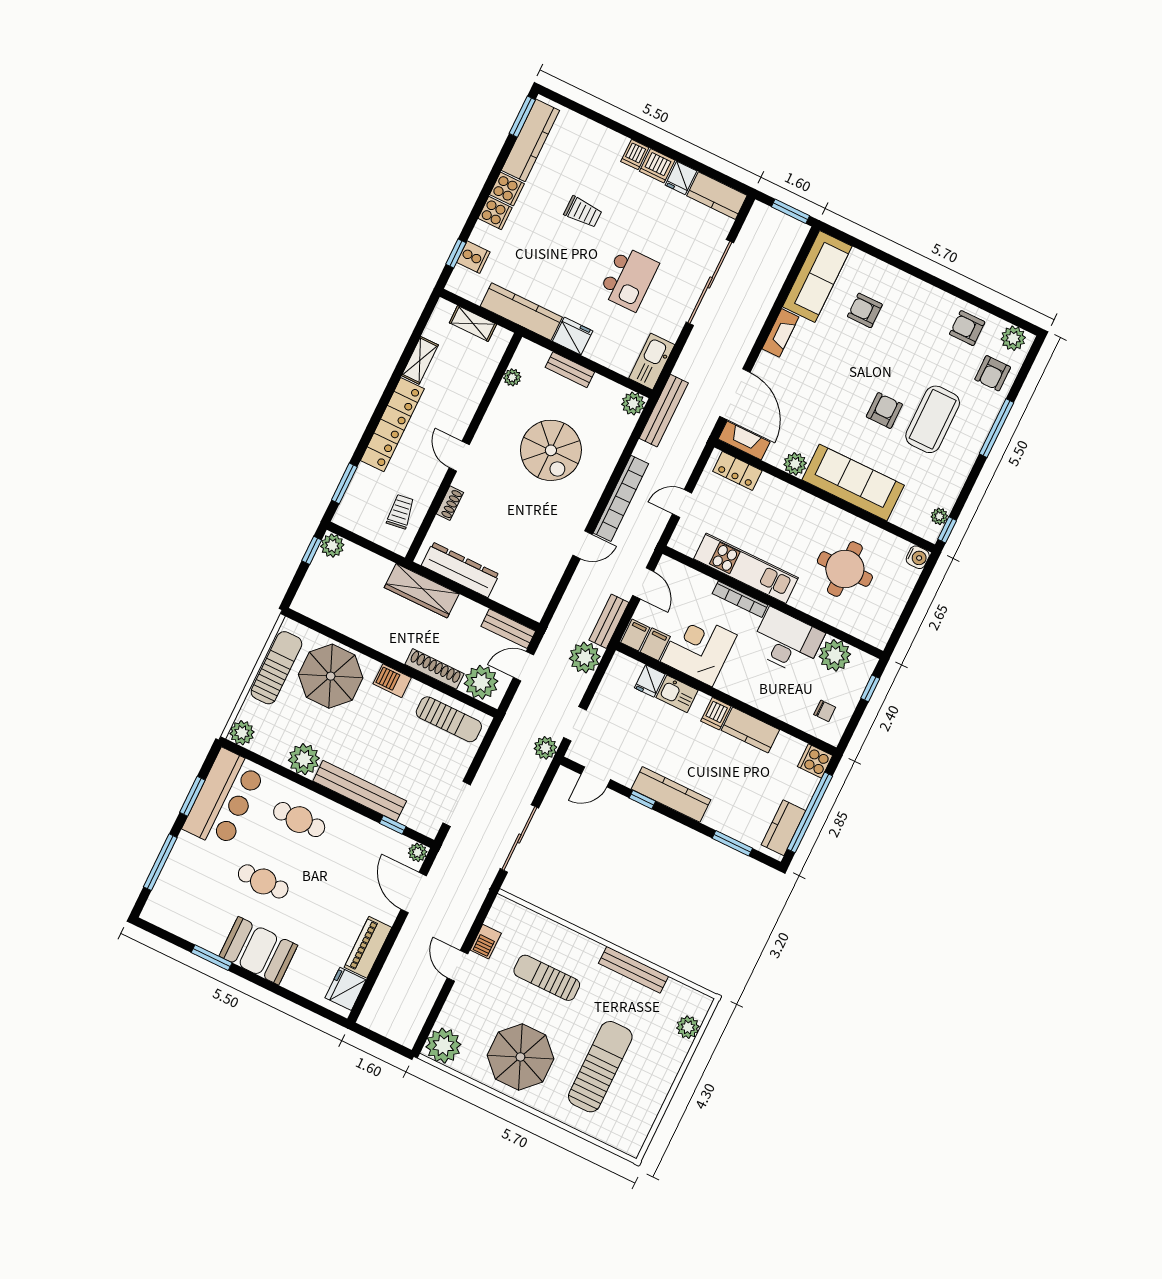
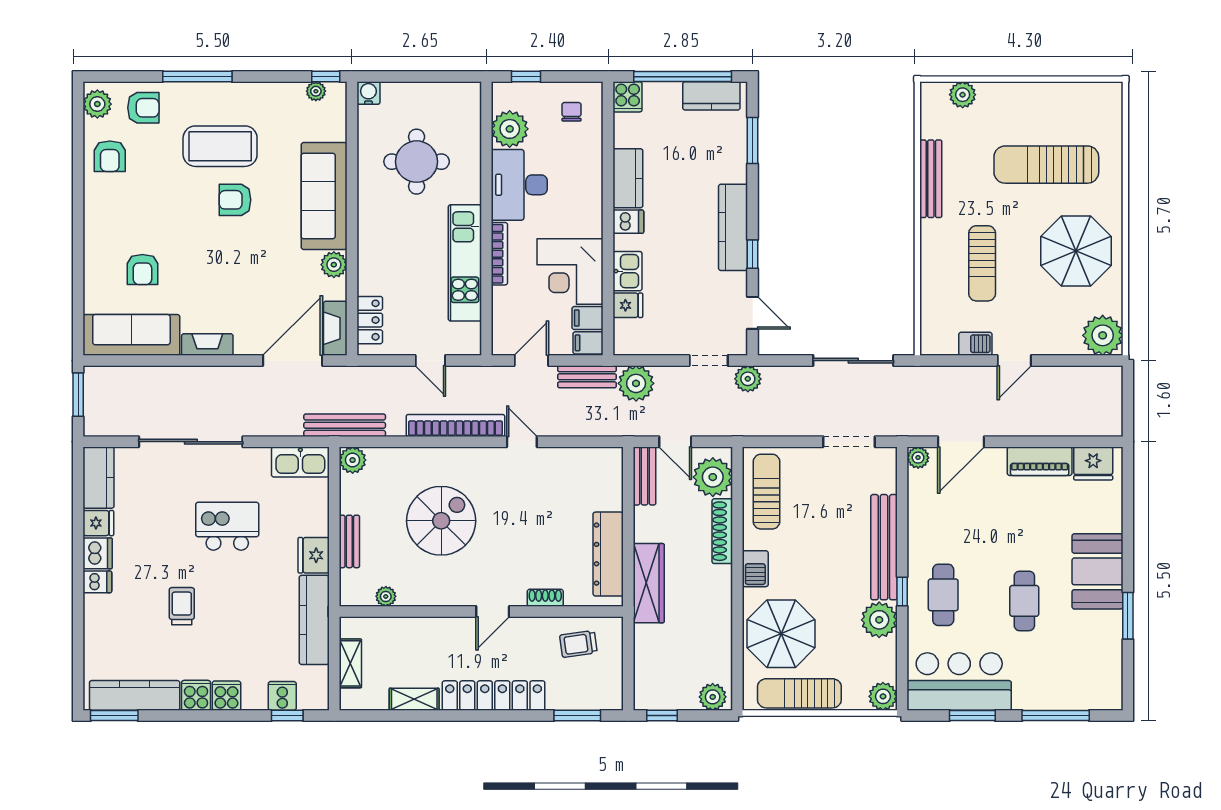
plant: (332, 546) -> (713, 697), moved
window: (393, 825) -> (902, 591), moved

